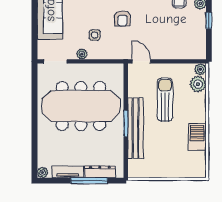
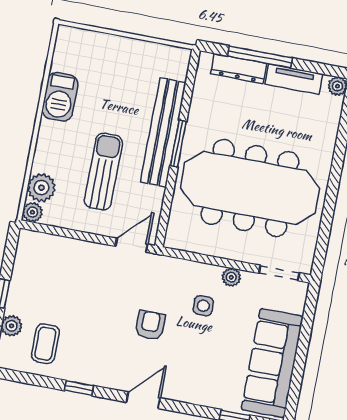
door: (141, 61) -> (132, 245), swing flipped
sun lounger: (165, 100) -> (103, 172), turned 180

